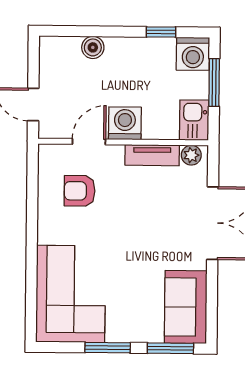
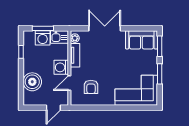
boiler: (93, 47) -> (32, 82), width x1.86, depth x1.86
washing machine: (193, 54) -> (43, 38), moved, turned 90
door: (89, 142) -> (69, 83), hinge flipped

